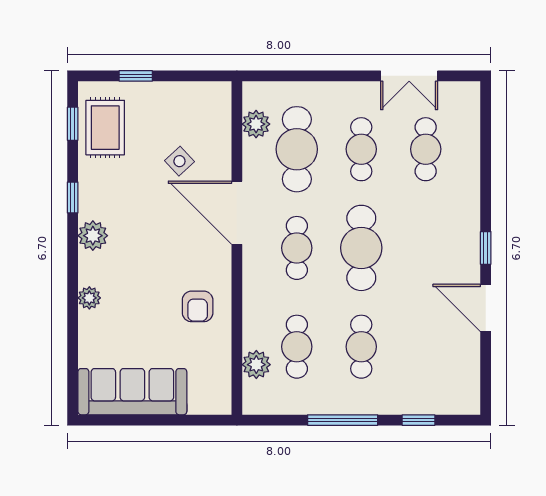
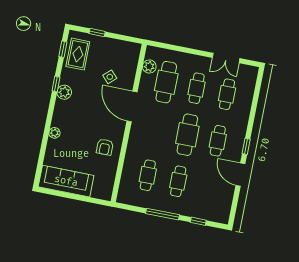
plant: (93, 236) -> (64, 92), moved
cafe table: (297, 248) -> (218, 141), moved
plant: (256, 365) -> (127, 180), removed

